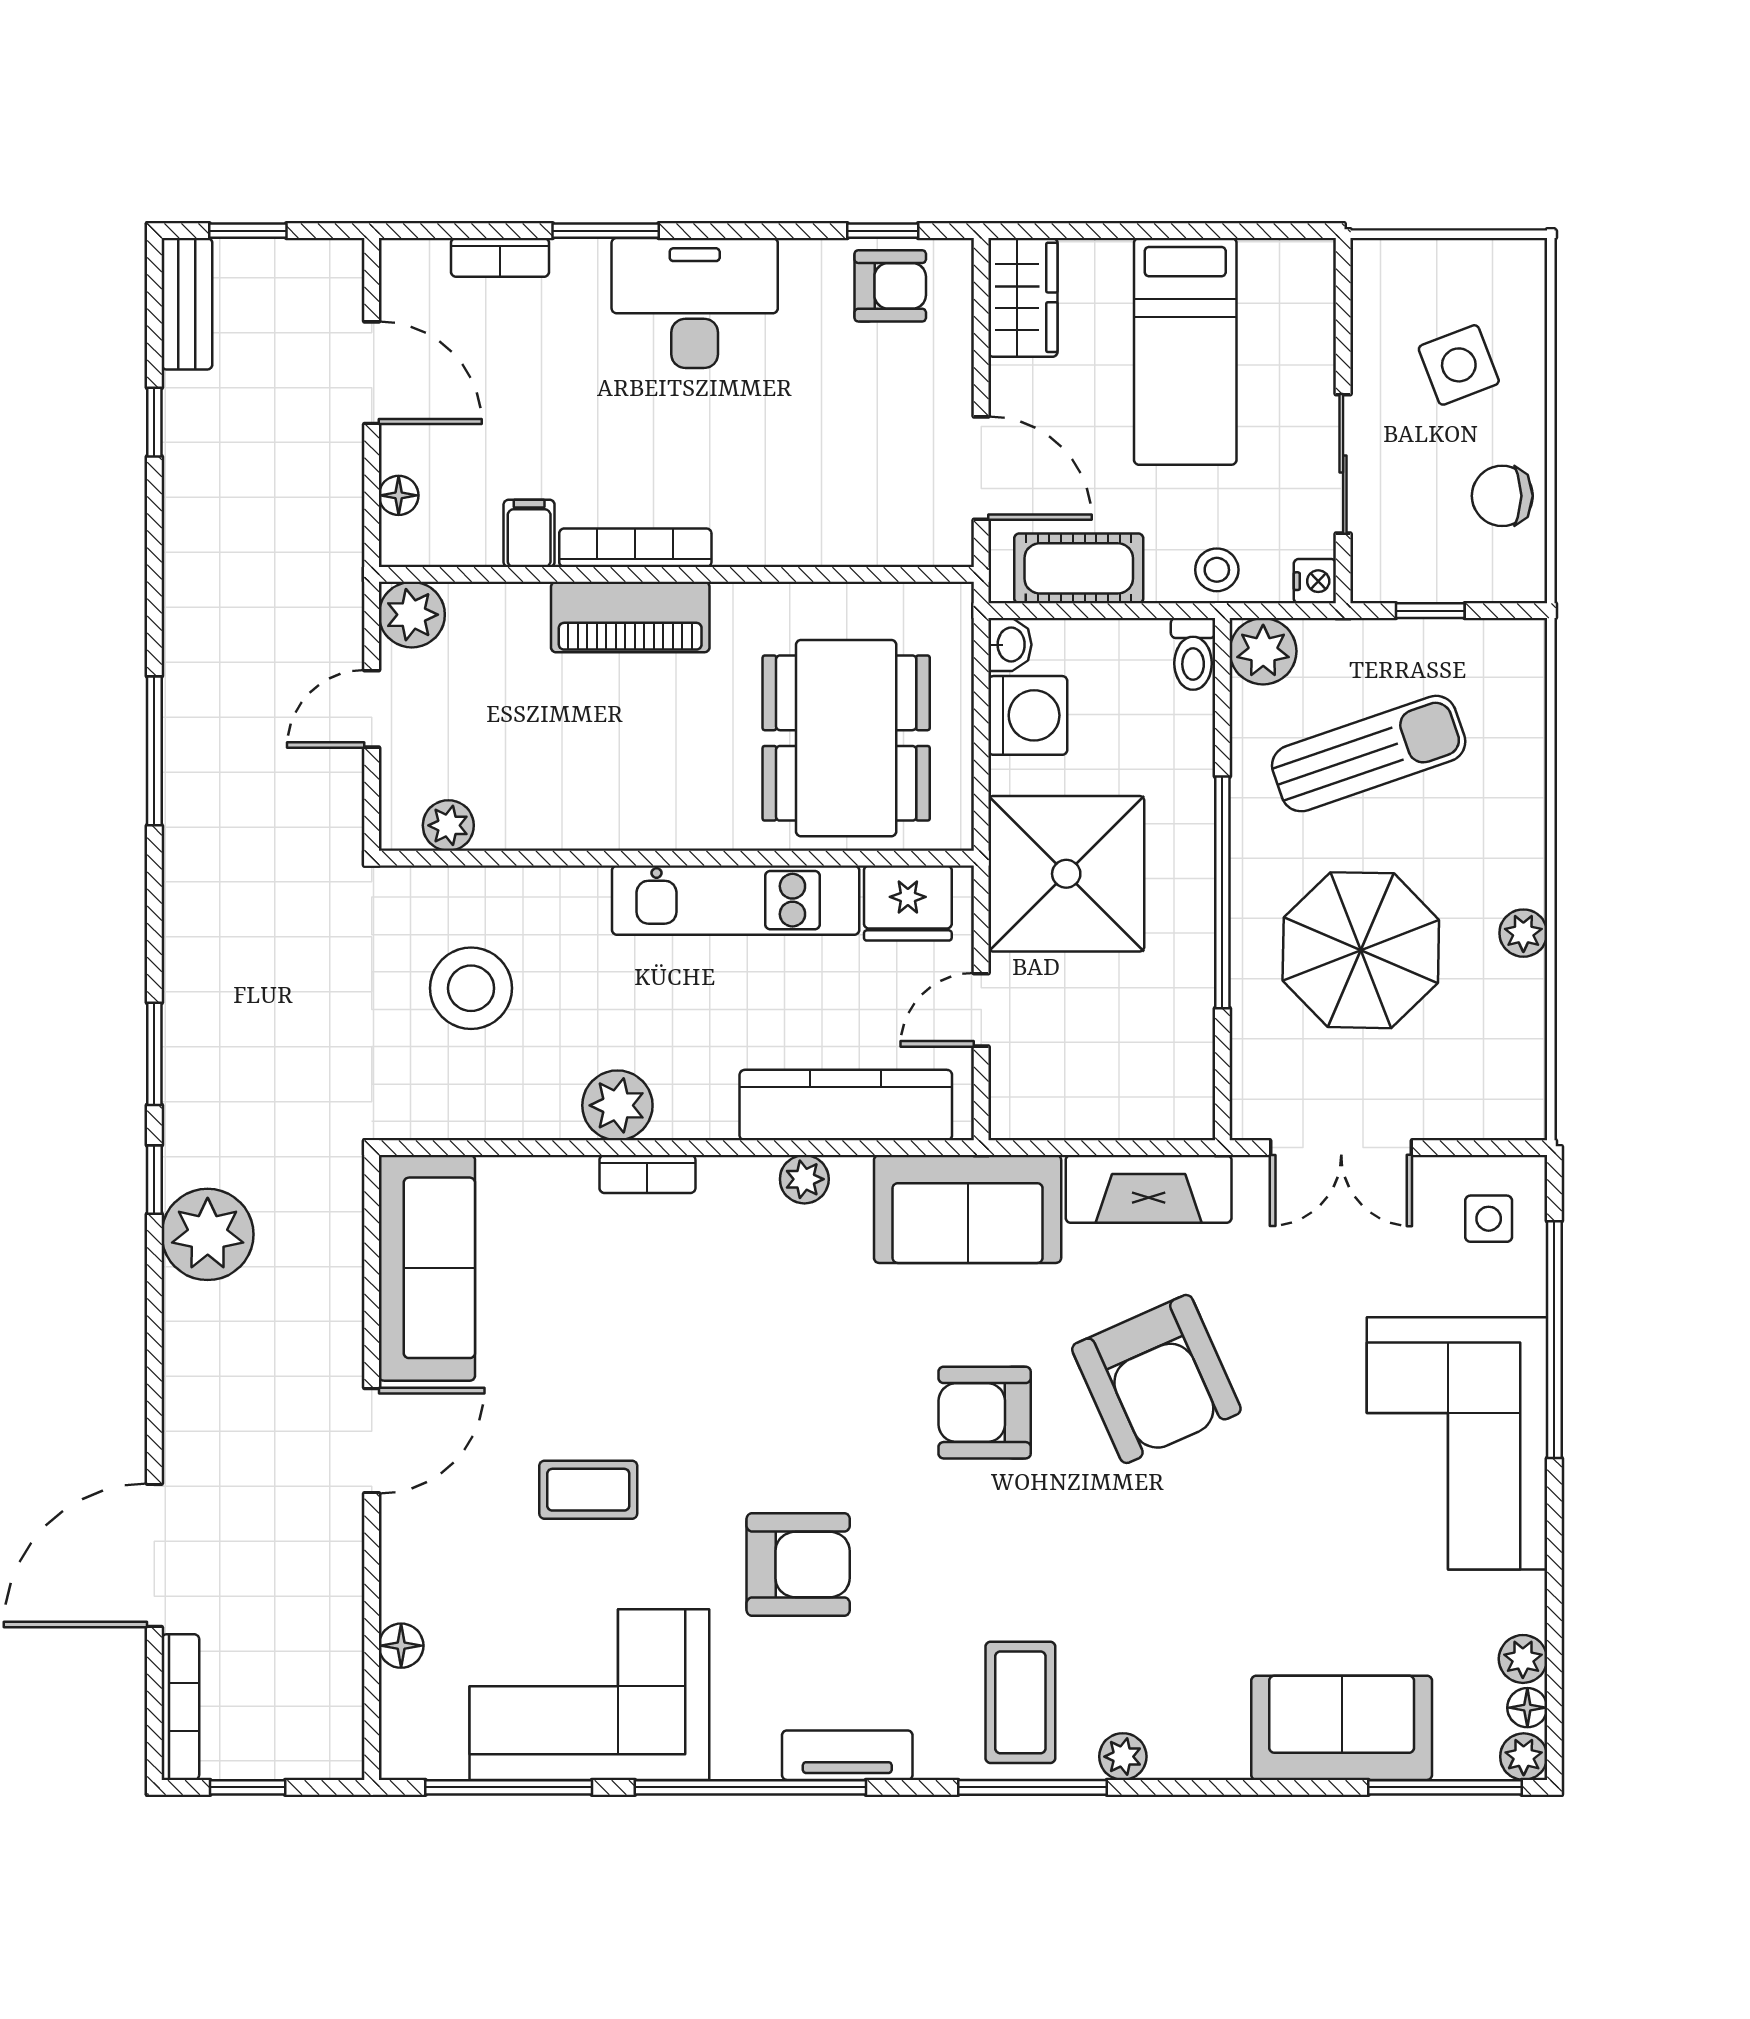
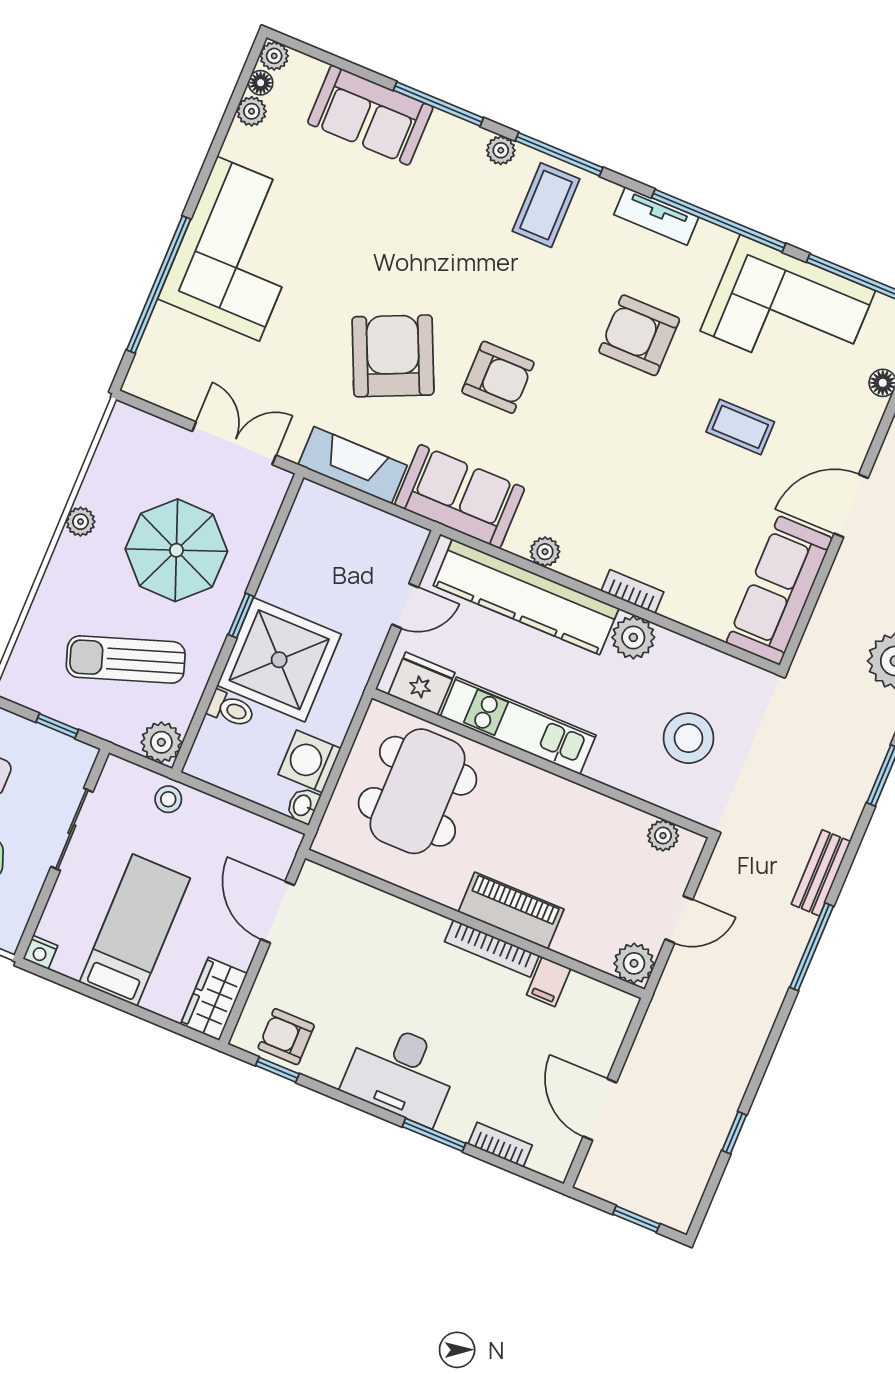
bench: (187, 304) -> (821, 873), moved
floor lamp: (399, 495) -> (613, 1034), removed
cot: (1079, 568) -> (246, 833), removed
nightstand: (1315, 581) -> (40, 952), moved, turned -90
toilet: (1193, 654) -> (231, 709), moved, turned 90
shower: (1066, 874) -> (279, 660), moved
window: (1222, 892) -> (241, 615), width x0.32
kitchen counter: (846, 1105) -> (526, 597), width x1.39, depth x1.17
side table: (1489, 1219) -> (167, 368), removed
window: (1445, 1787) -> (438, 104), moved

